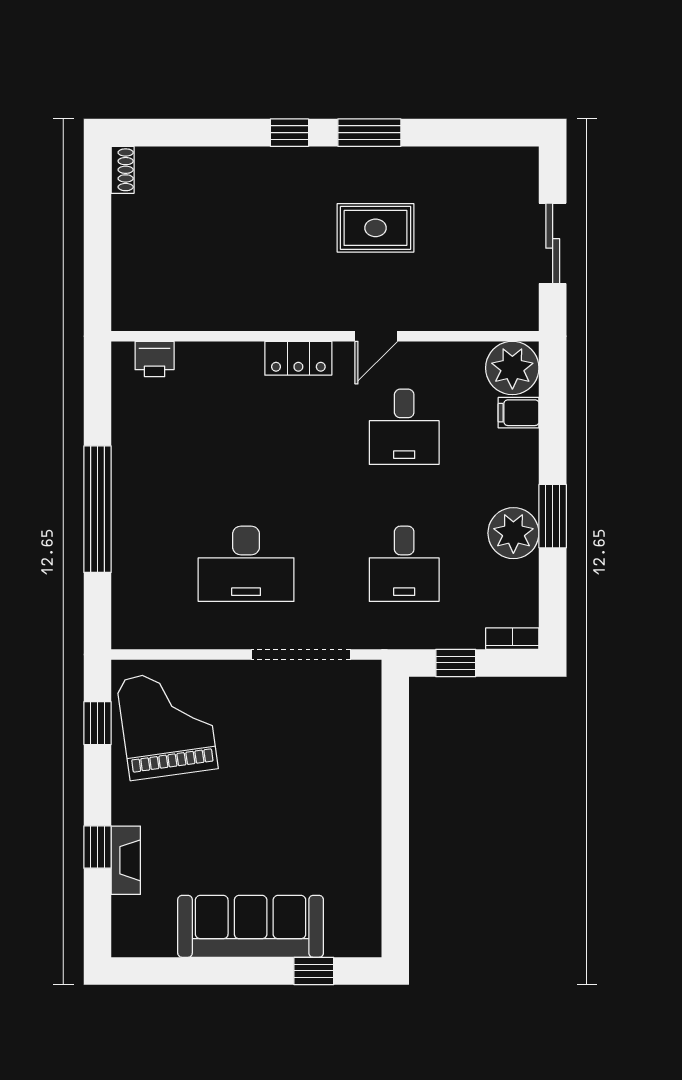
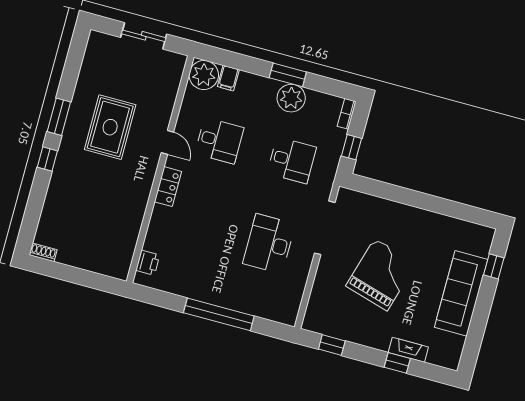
rug: (375, 228) -> (110, 127), width x1.36, depth x1.43
desk: (246, 564) -> (269, 244), turned 180
grand piano: (167, 724) -> (381, 275), moved, turned 114

